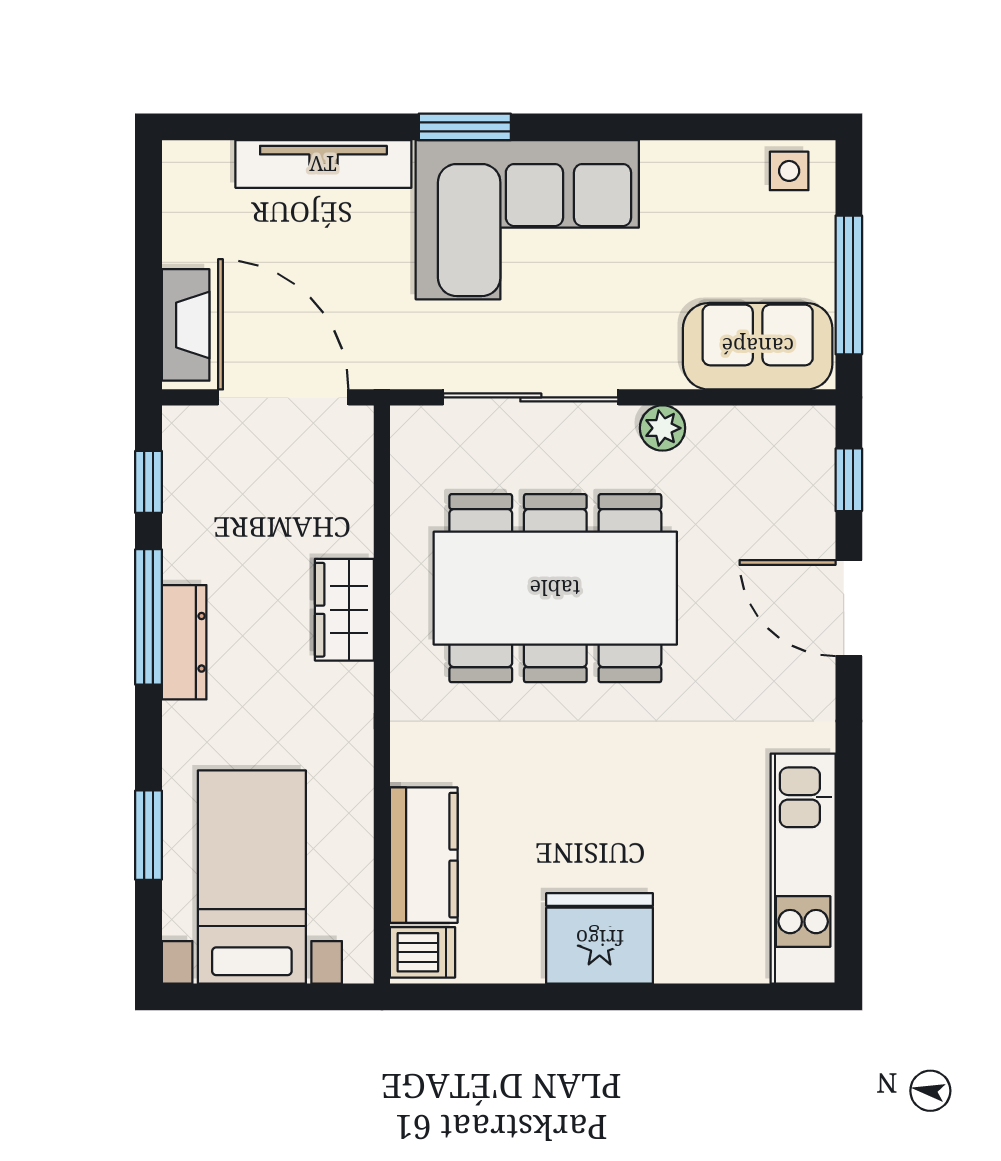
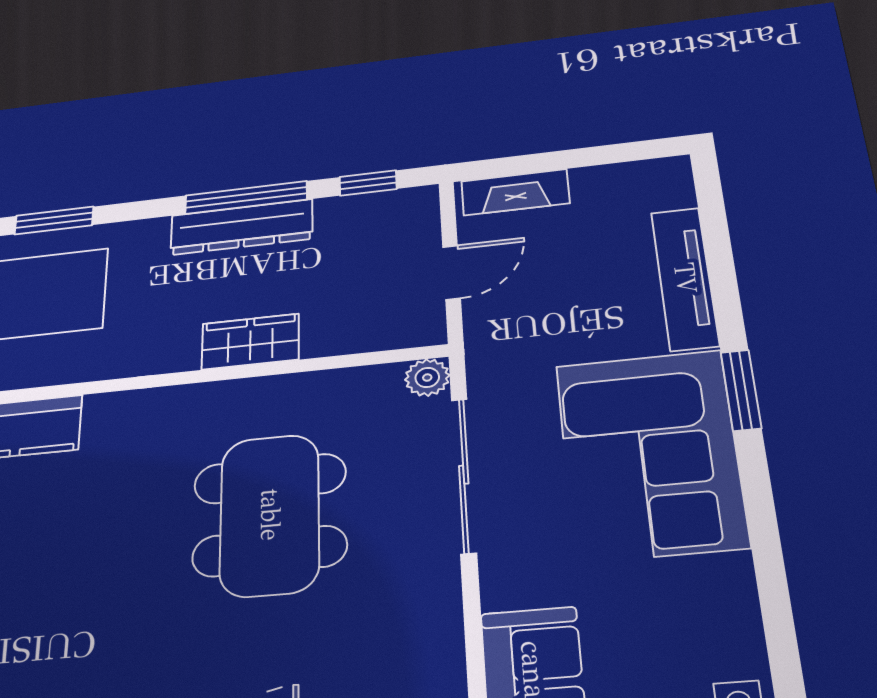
door: (283, 397) -> (452, 272), width x0.53
plant: (663, 428) -> (427, 378), moved
dining table: (555, 588) -> (270, 515), width x0.73, depth x0.80
dresser: (184, 642) -> (241, 227), width x1.37, depth x1.24

